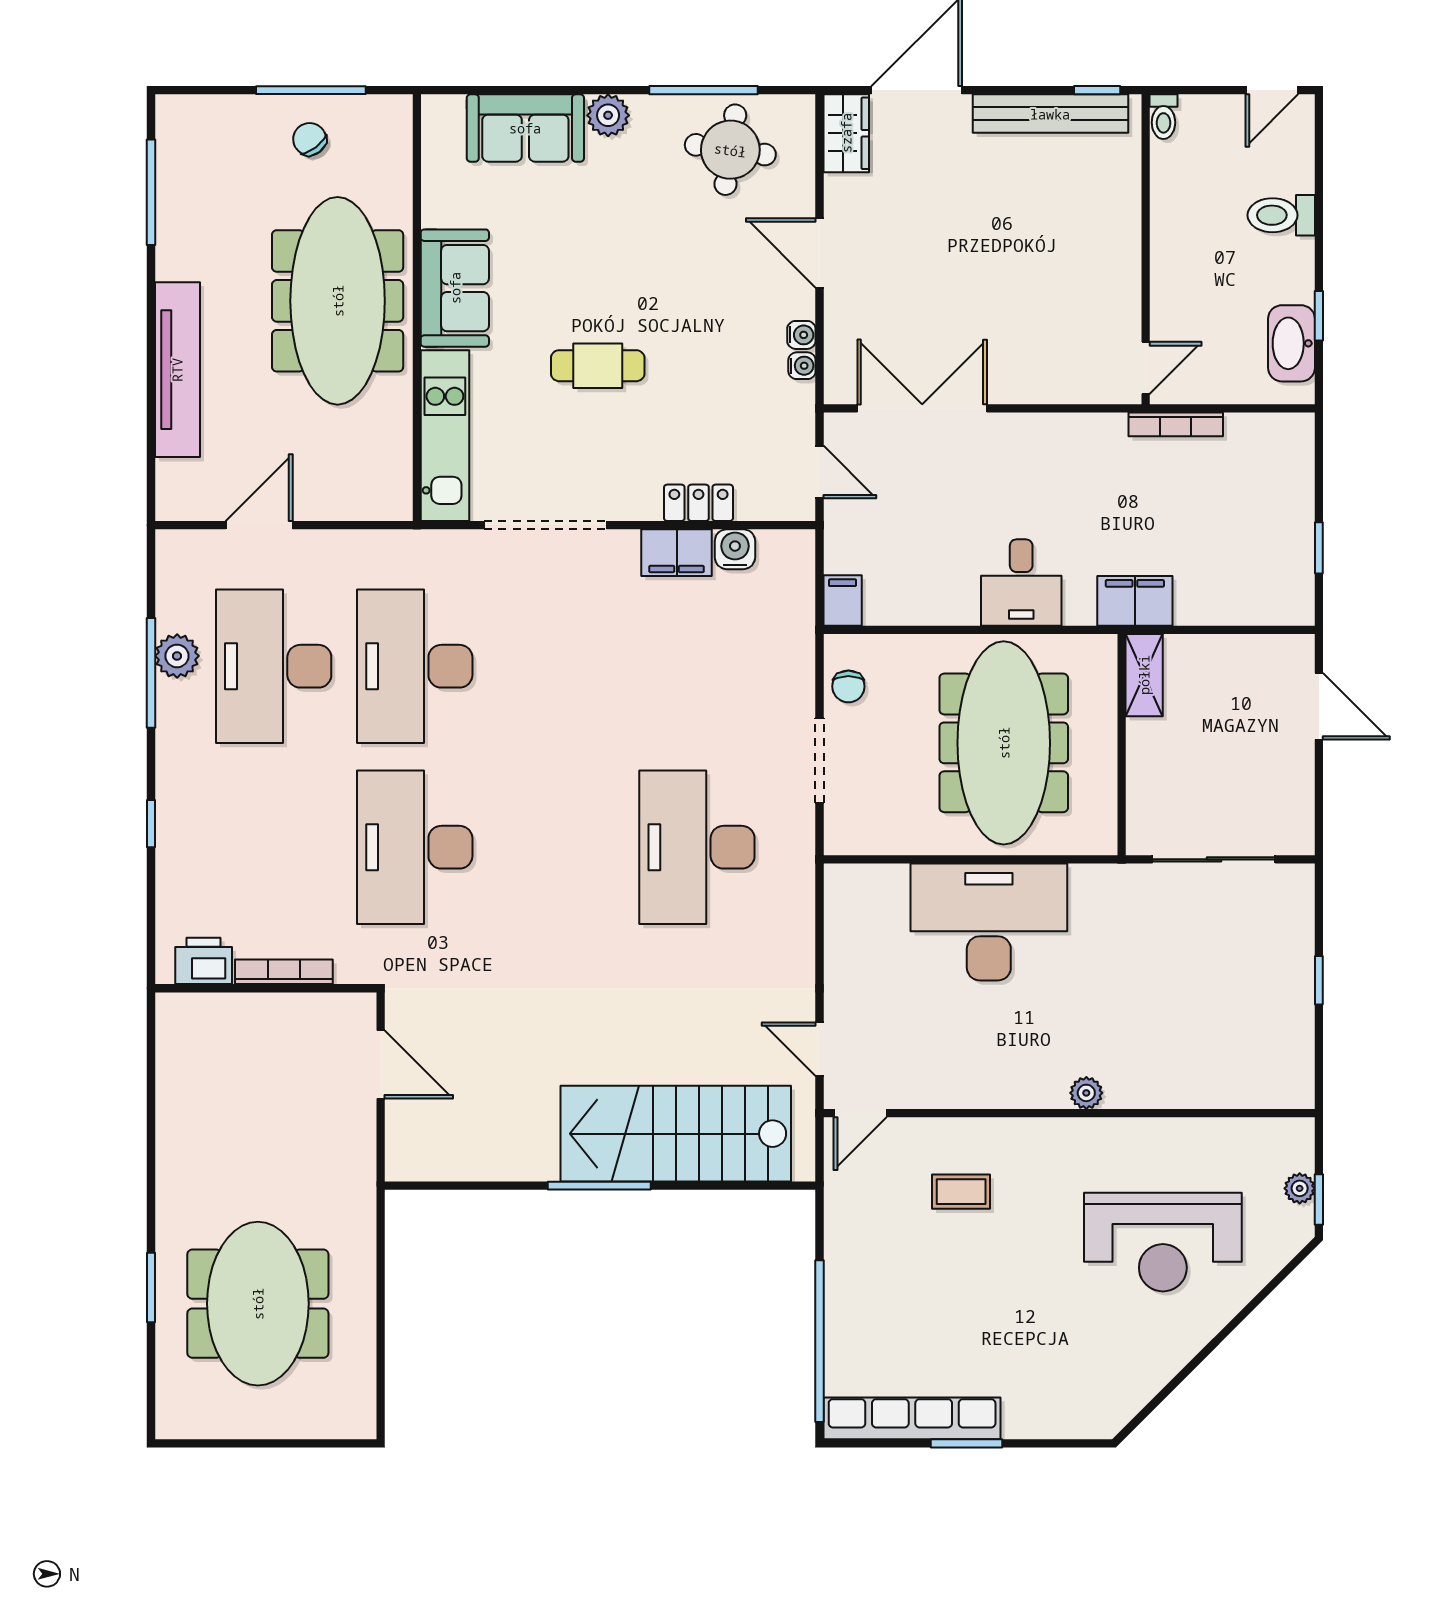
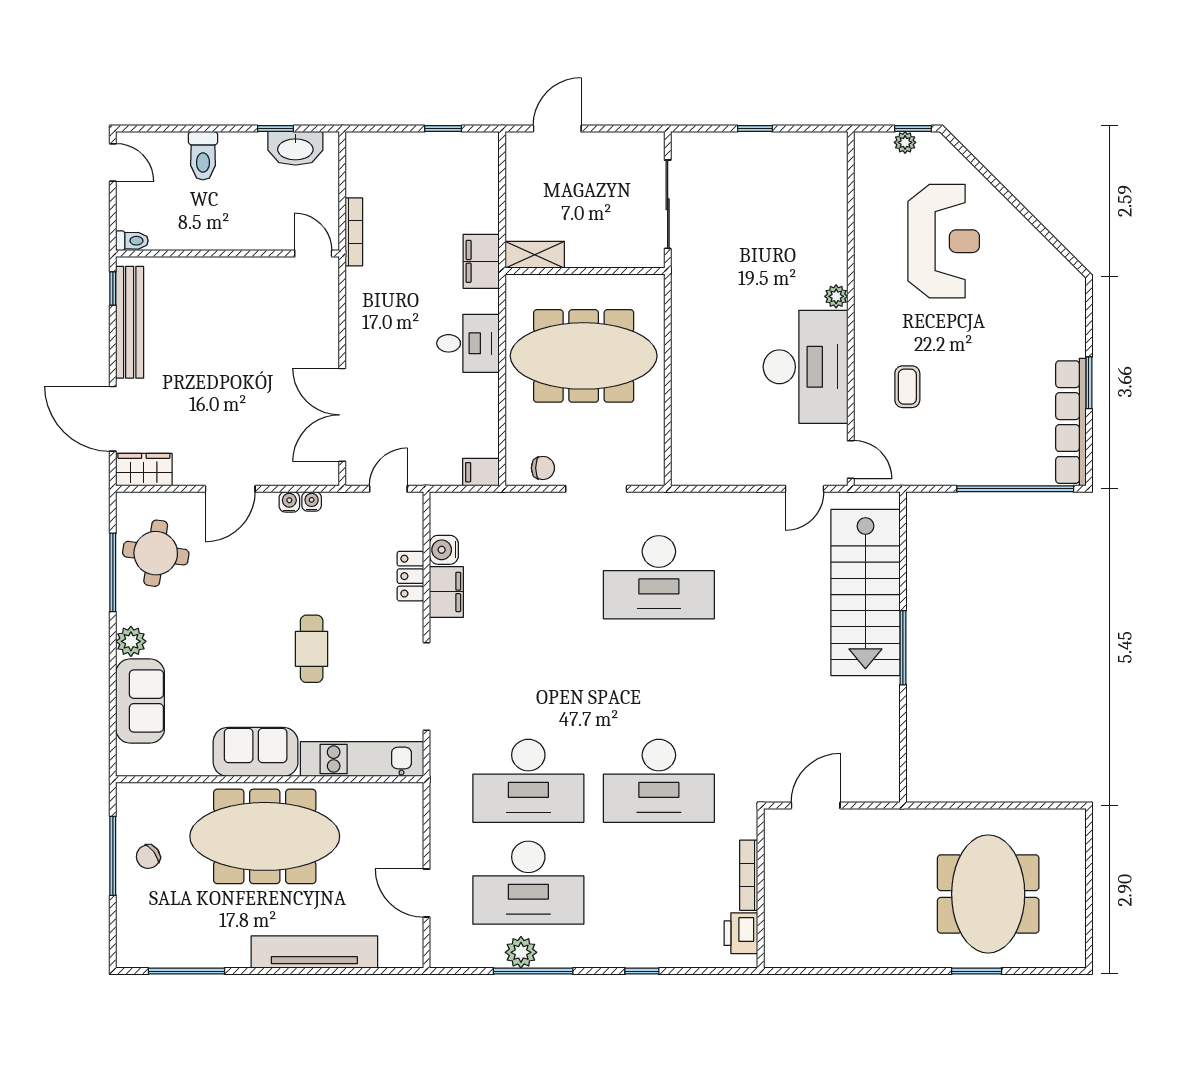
desk: (989, 922) -> (806, 367), moved, turned 180
meeting table: (258, 1304) -> (988, 894), turned 90

